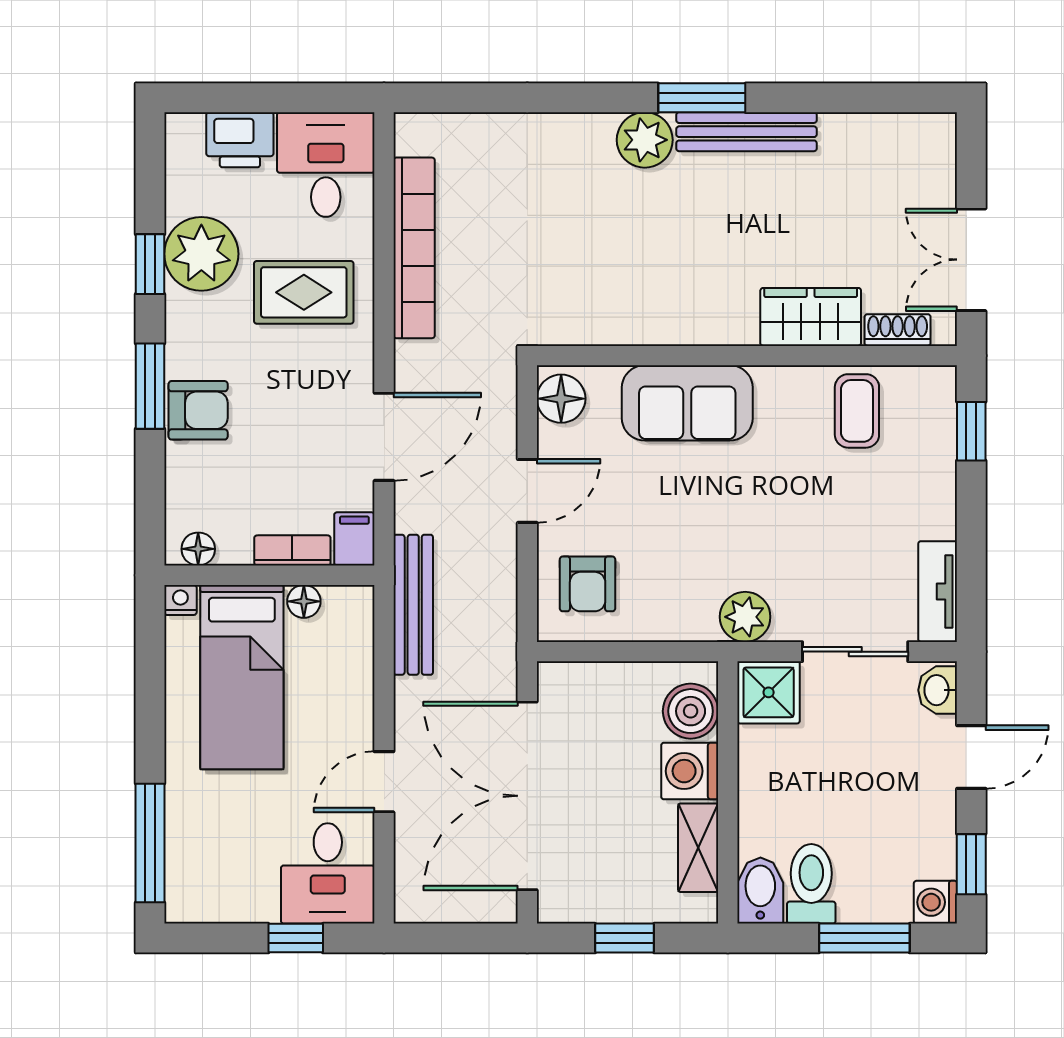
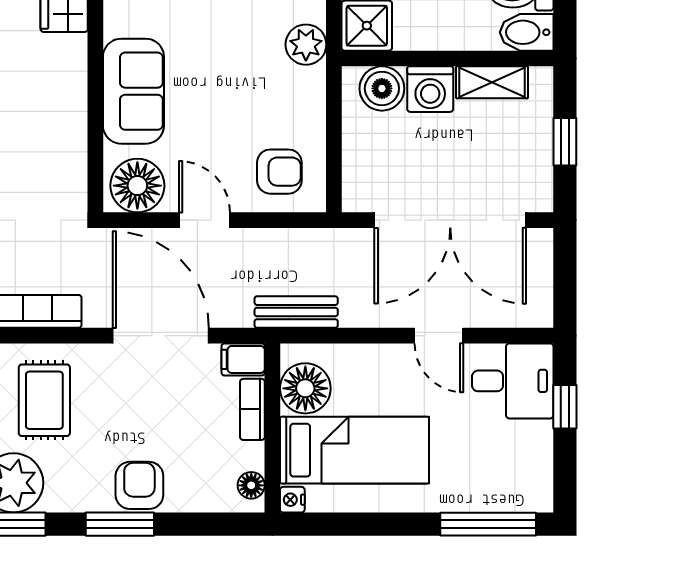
floor lamp: (561, 399) -> (137, 186), width x1.38, depth x1.38
door: (384, 437) -> (161, 336), width x1.36
floor lamp: (304, 601) -> (305, 388), width x1.89, depth x1.89
bench: (413, 605) -> (296, 312), width x0.73

